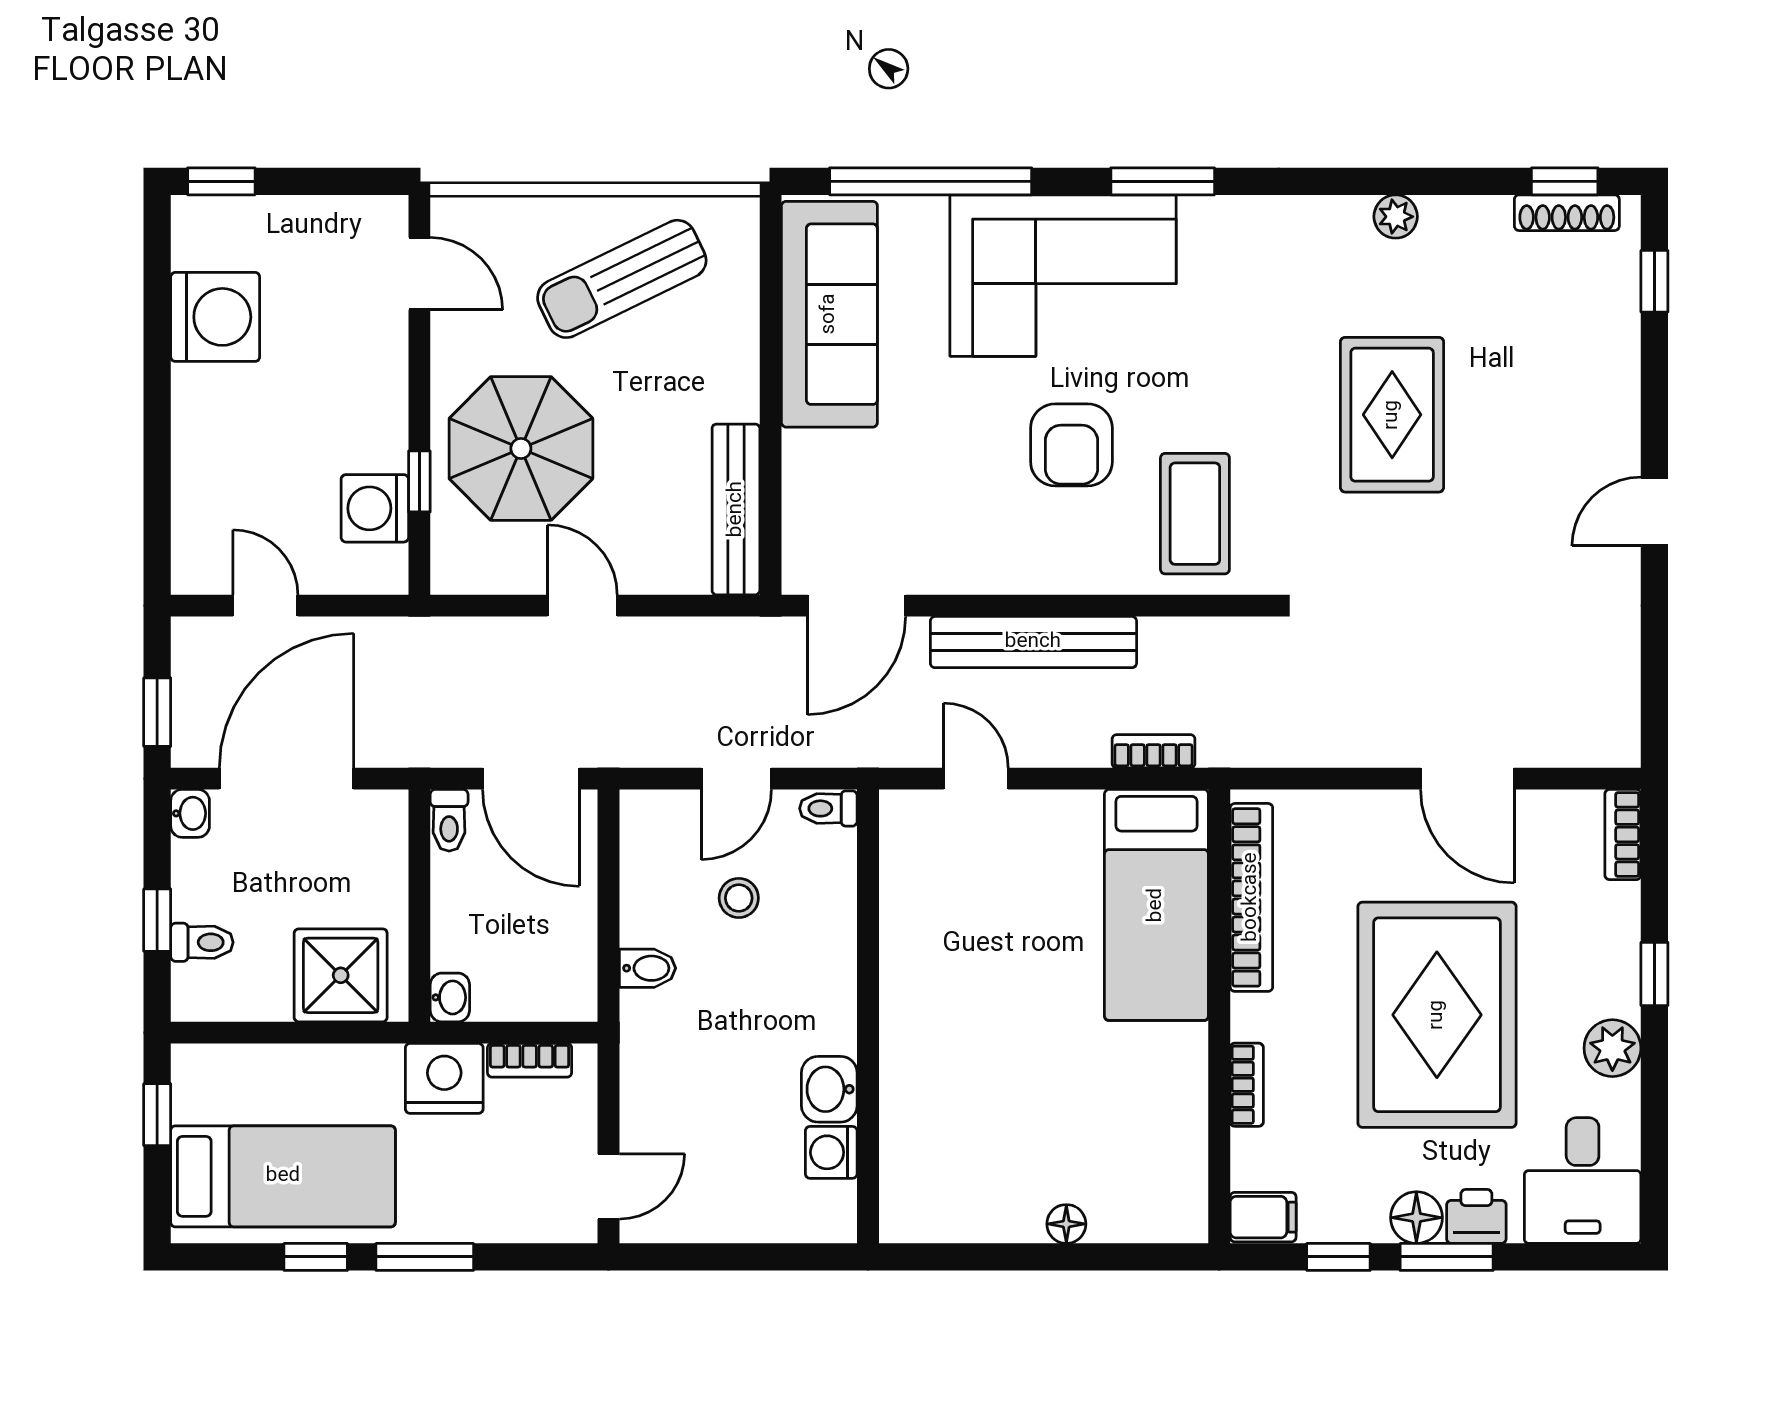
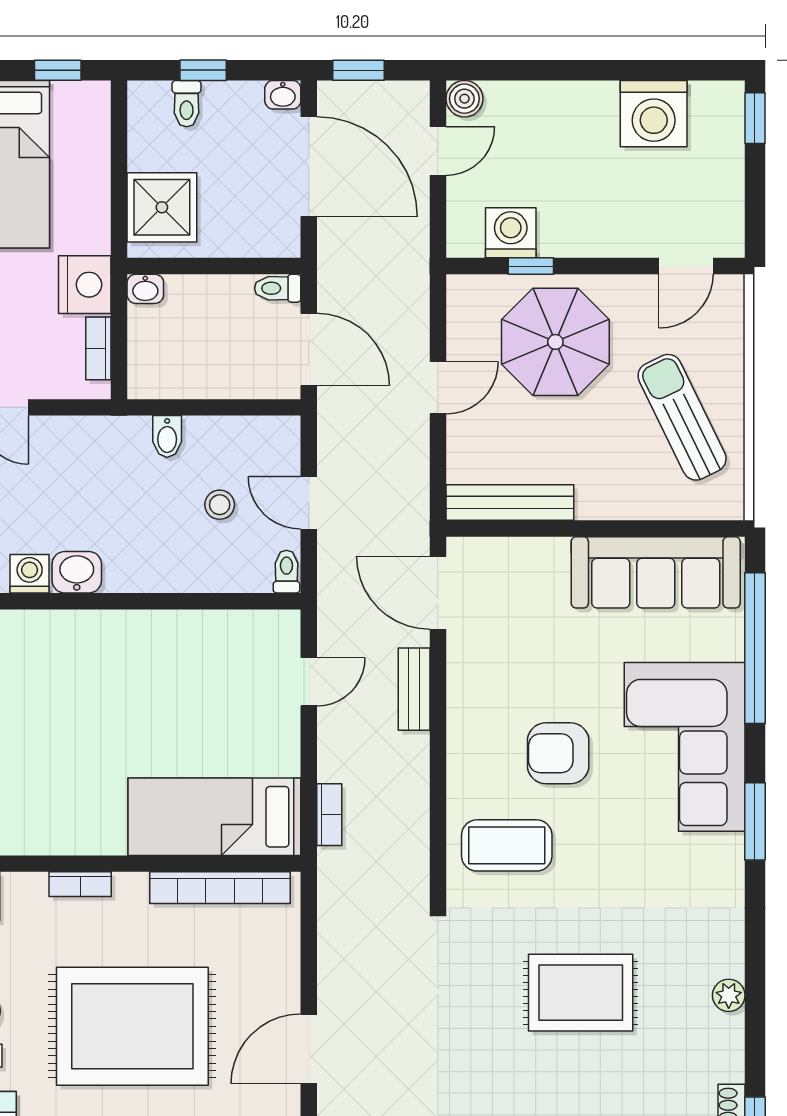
boiler: (195, 570) -> (464, 99), added
bench: (1033, 642) -> (414, 689), width x0.54, depth x0.82
door: (531, 779) -> (309, 349), swing flipped

